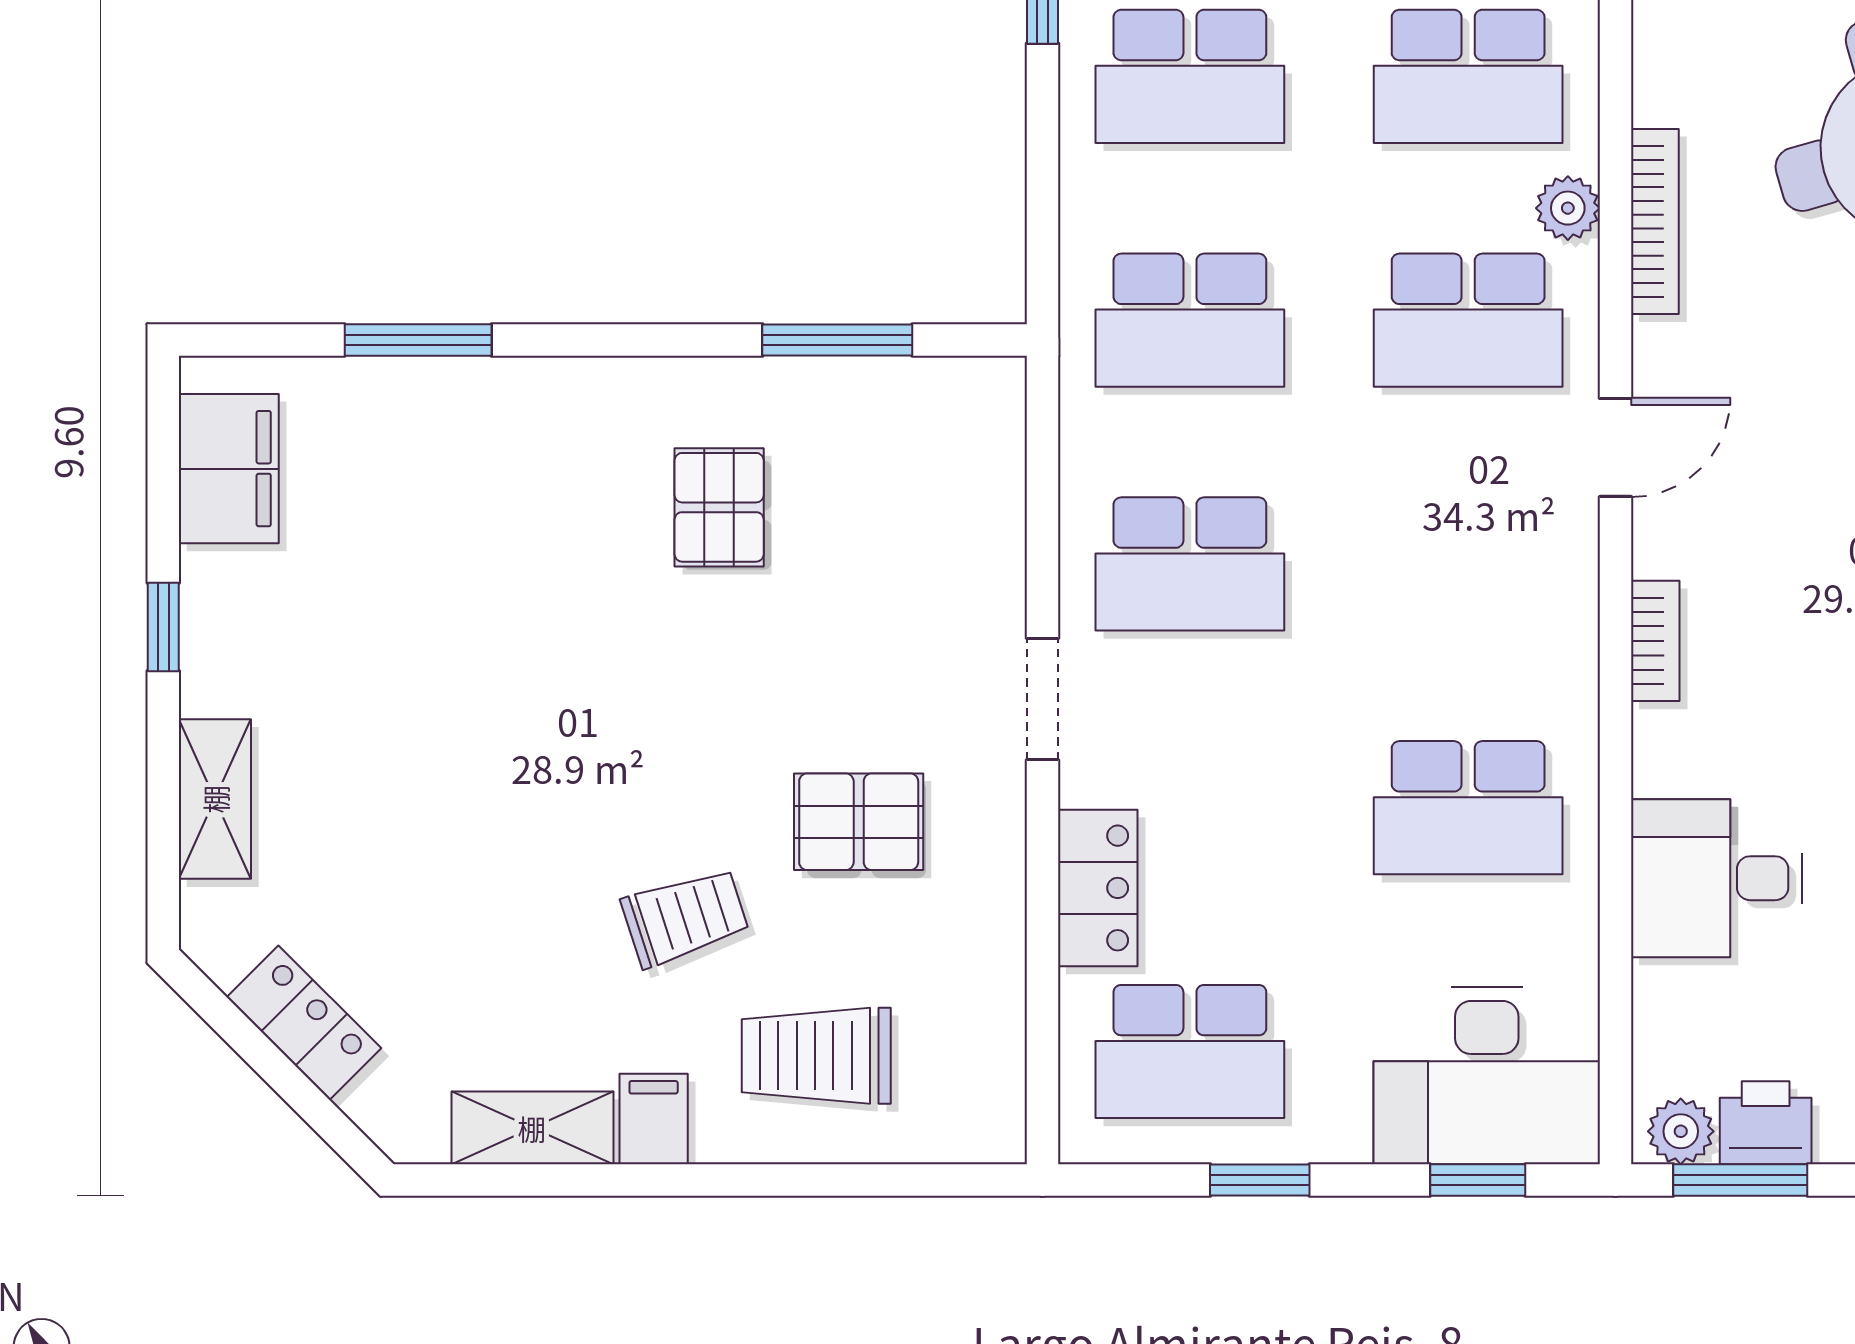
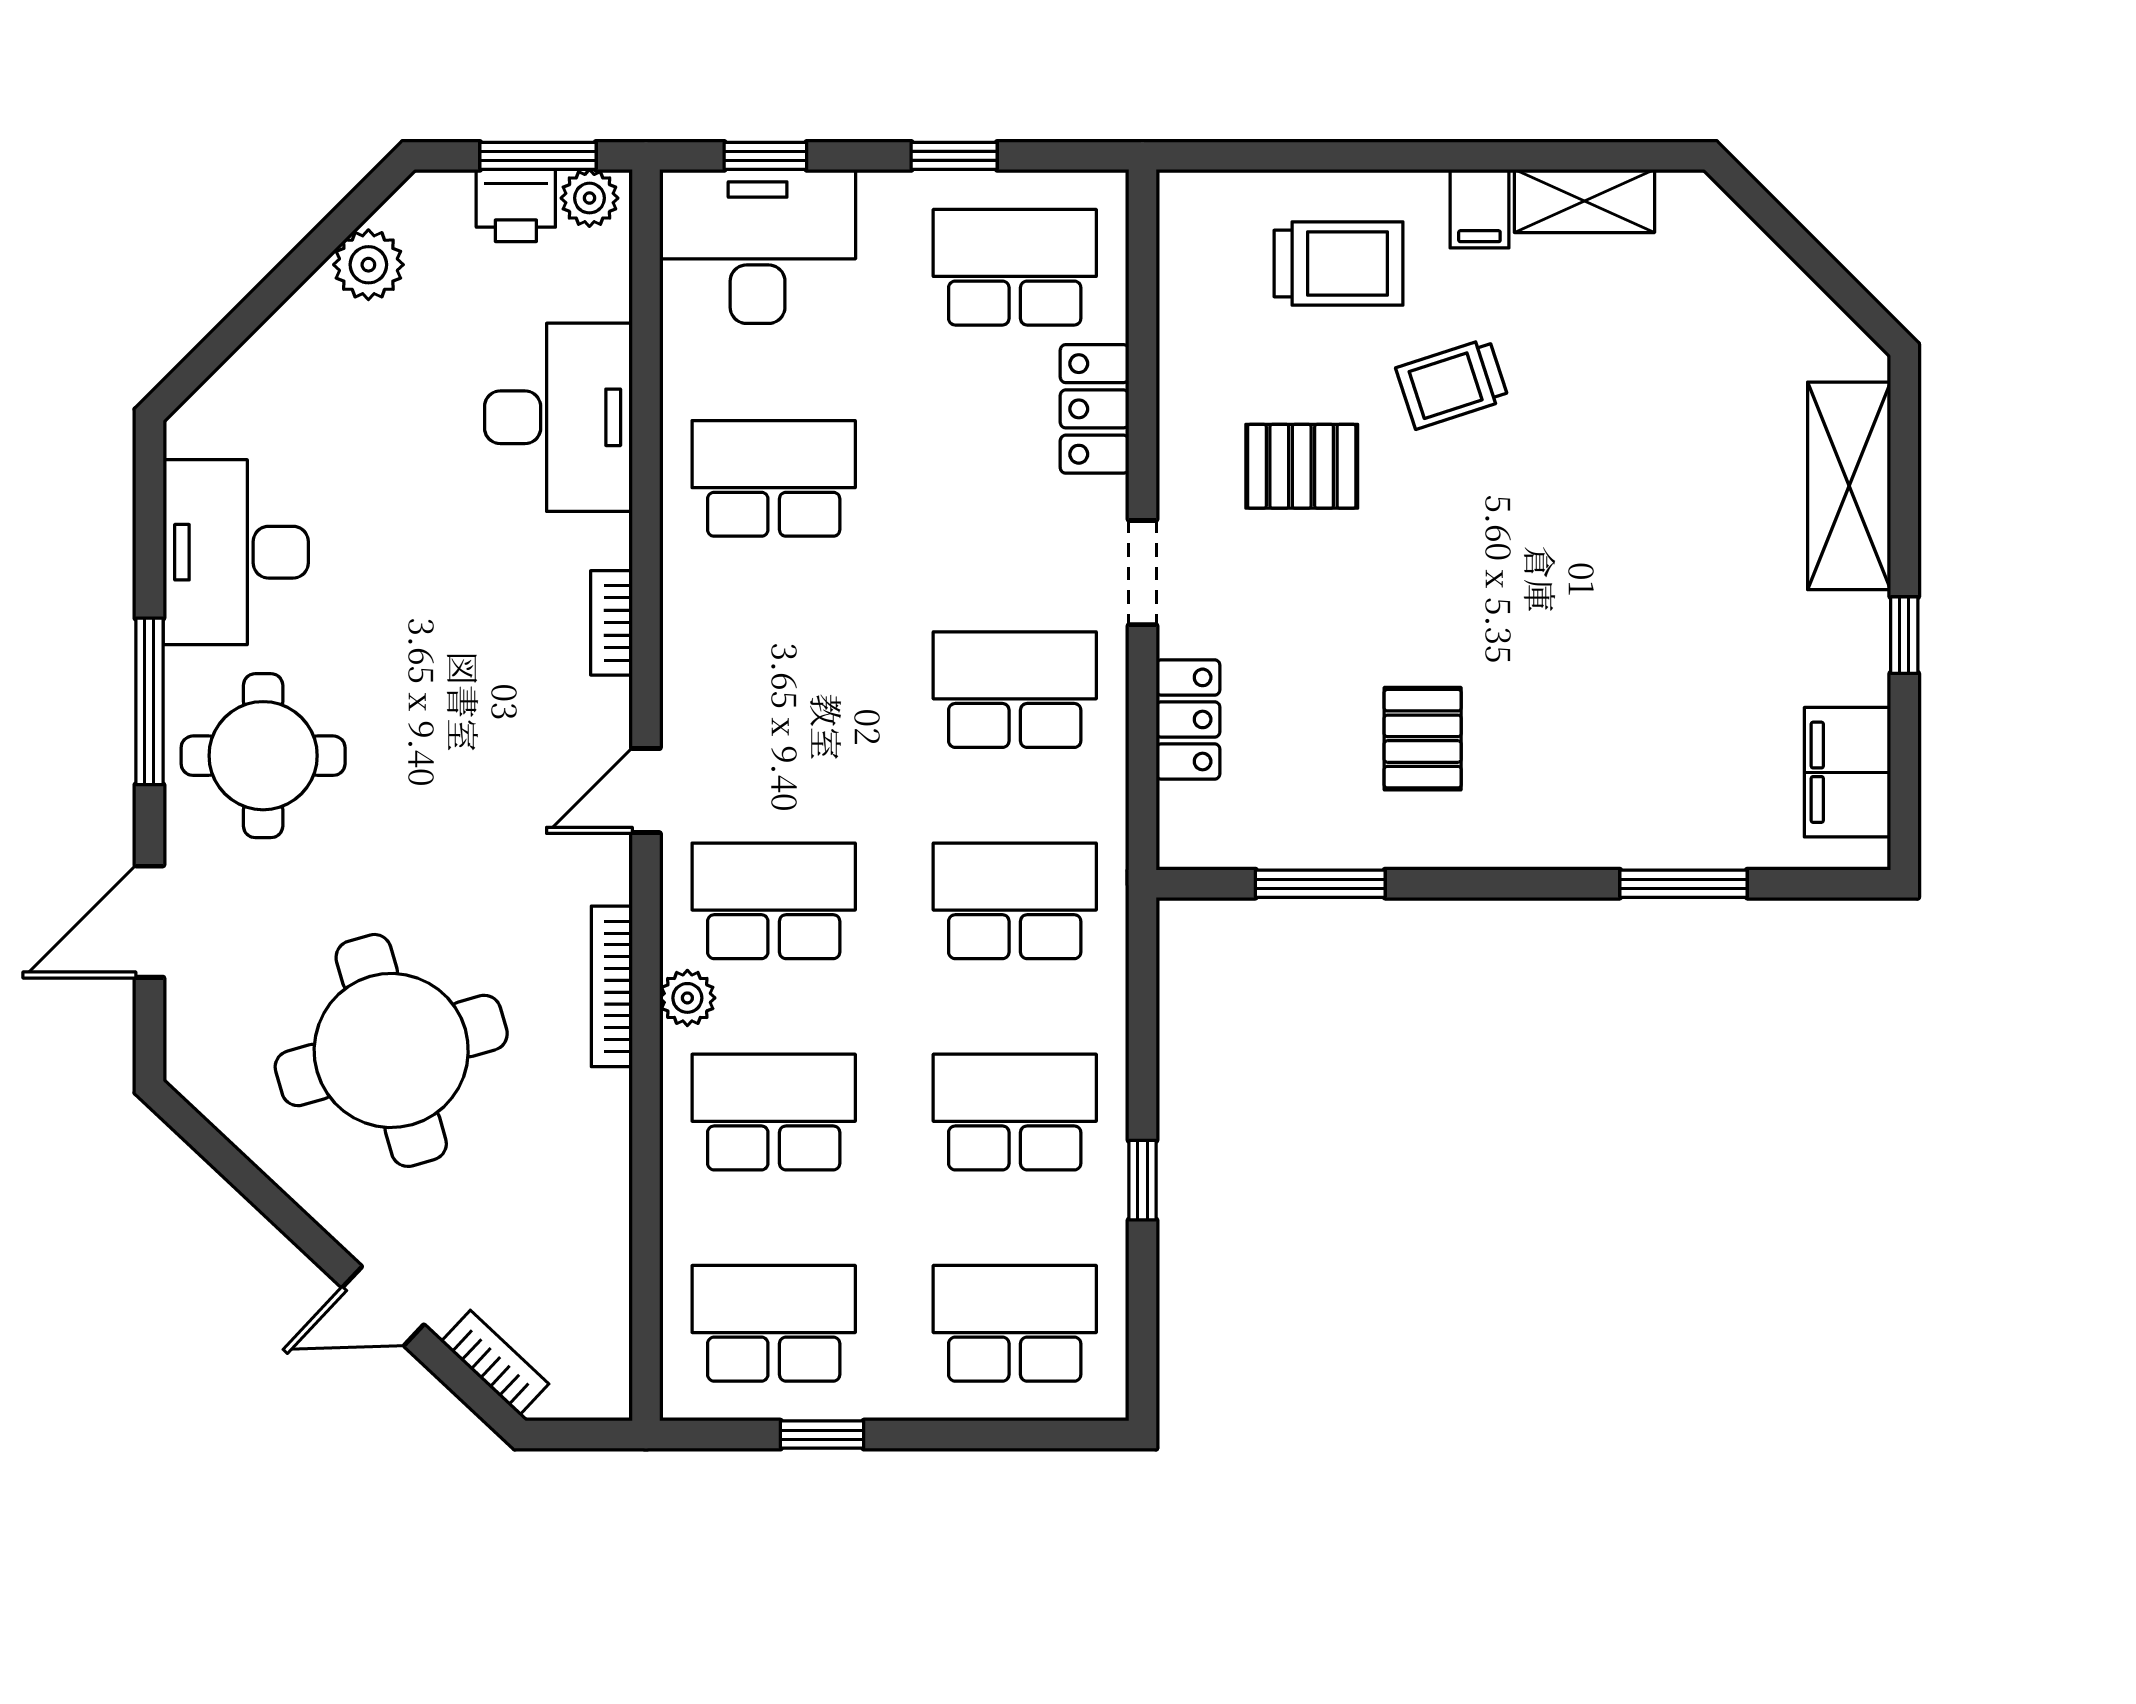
shelving: (215, 799) -> (1849, 486), width x1.50, depth x1.33
desk: (1717, 878) -> (558, 417), width x1.37
locker: (304, 1023) -> (1188, 719), moved, turned -135

